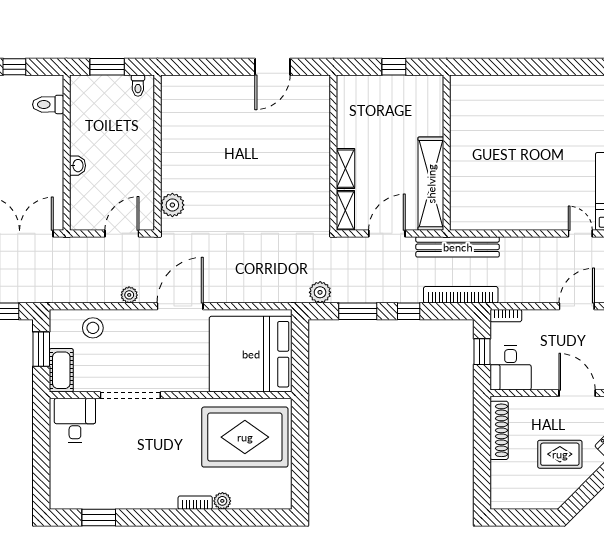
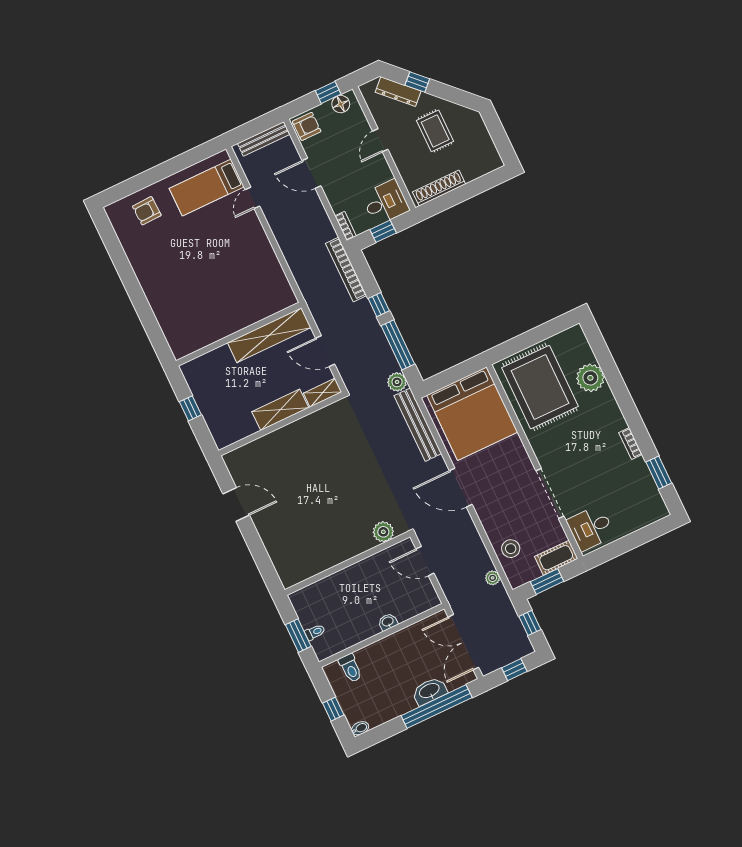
toilet: (138, 86) -> (315, 632), moved
shelving: (345, 169) -> (280, 410), width x1.50, depth x1.33
bench: (458, 247) -> (418, 425), moved
plant: (129, 295) -> (493, 578), moved
window: (358, 311) -> (398, 345), width x1.44
door: (577, 393) -> (380, 140), width x0.73
plant: (222, 501) -> (590, 378), width x1.88, depth x1.88
bookcase: (195, 503) -> (630, 444), moved

